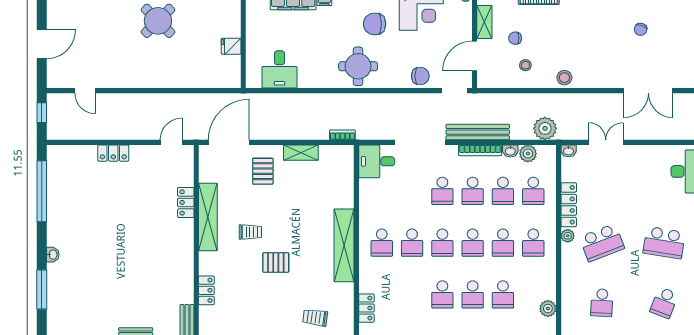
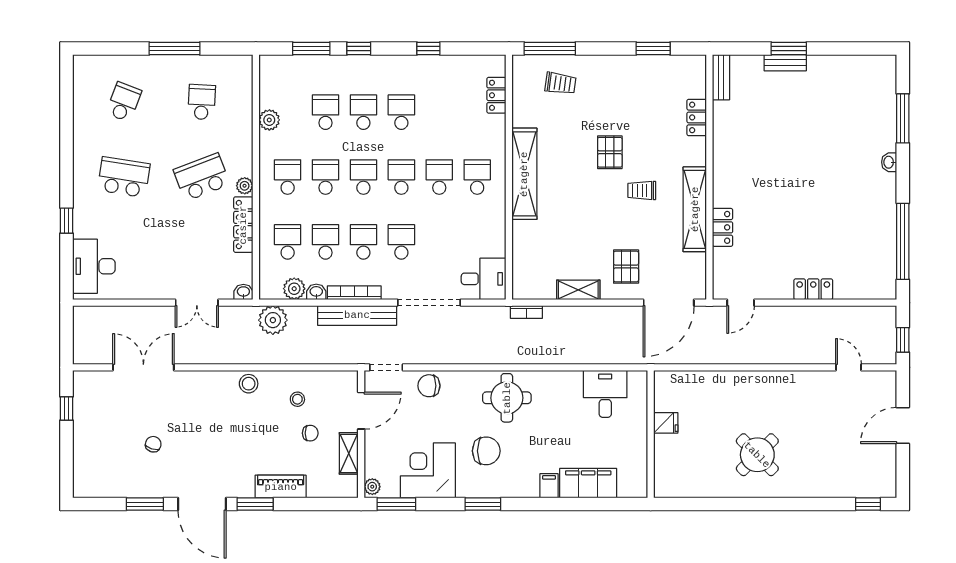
pallet: (276, 262) -> (610, 152), turned 90
plant: (548, 309) -> (269, 120), moved

